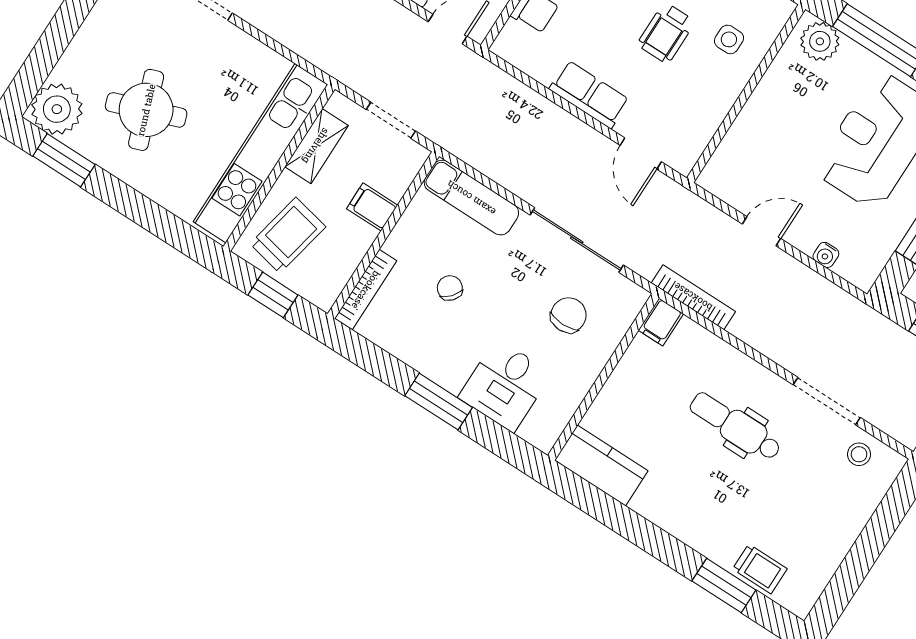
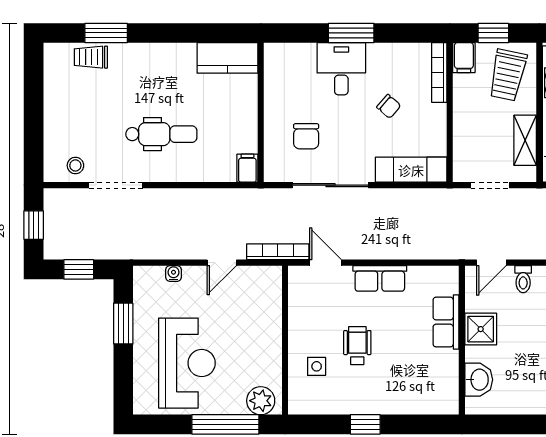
filing cabinet: (372, 207) -> (464, 58), moved, turned 90
bookcase: (693, 297) -> (278, 252), moved, turned 180
desk: (505, 385) -> (341, 69), moved

